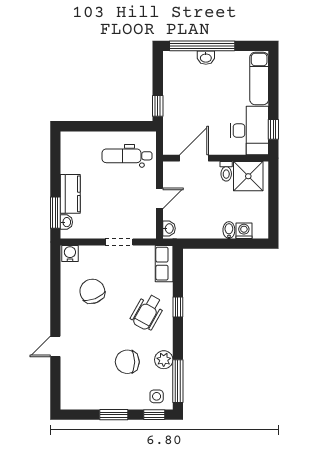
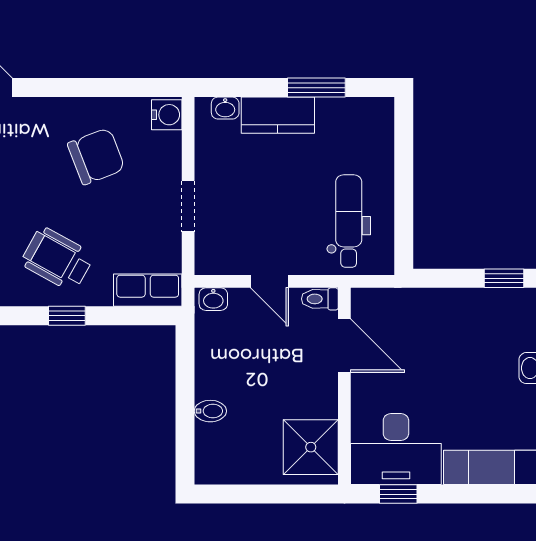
window: (158, 106) -> (504, 278), moved
toilet: (226, 171) -> (320, 299), moved
window: (55, 213) -> (316, 88), moved
washing machine: (244, 231) -> (209, 439), removed

